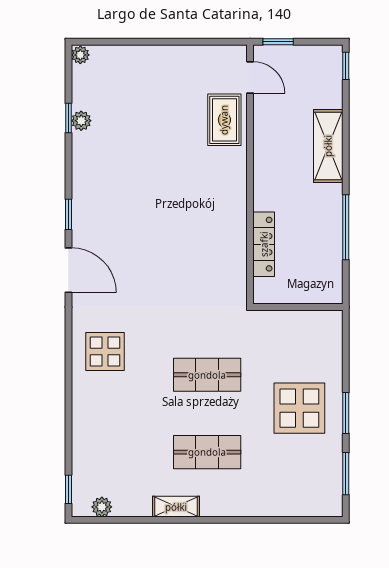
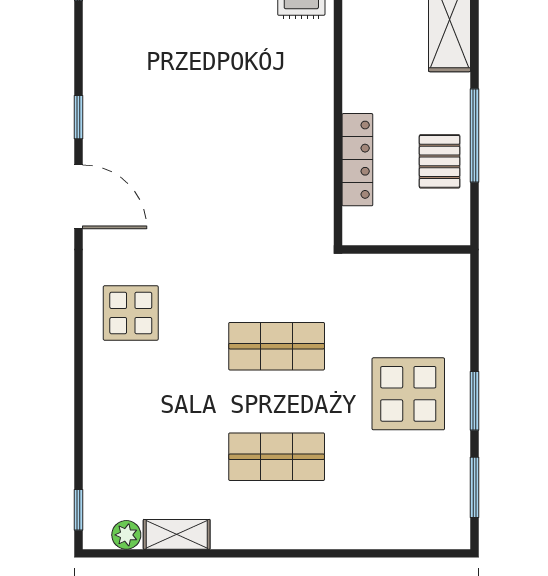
pallet: (321, 245) -> (440, 161), added
shelving: (176, 507) -> (177, 534), moved

